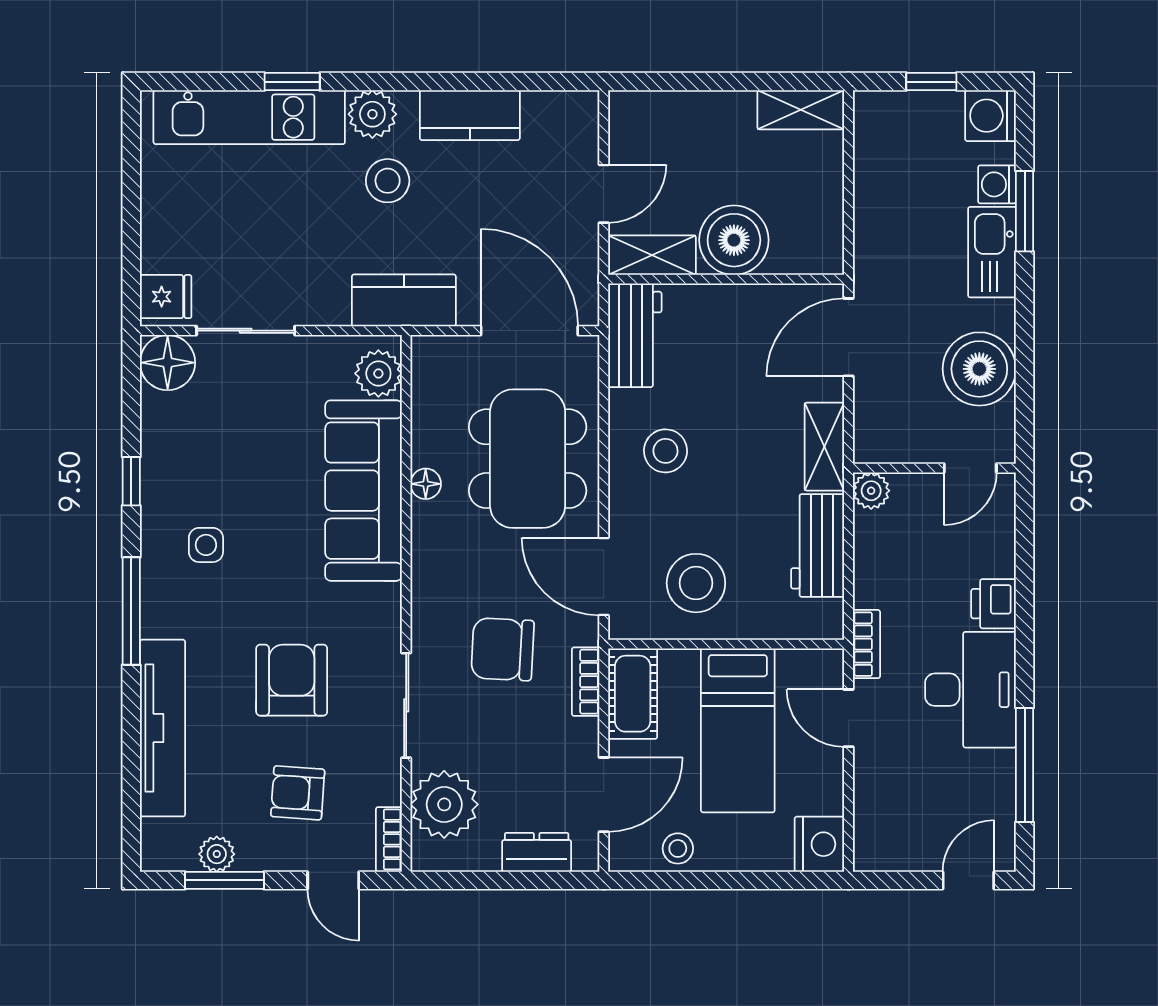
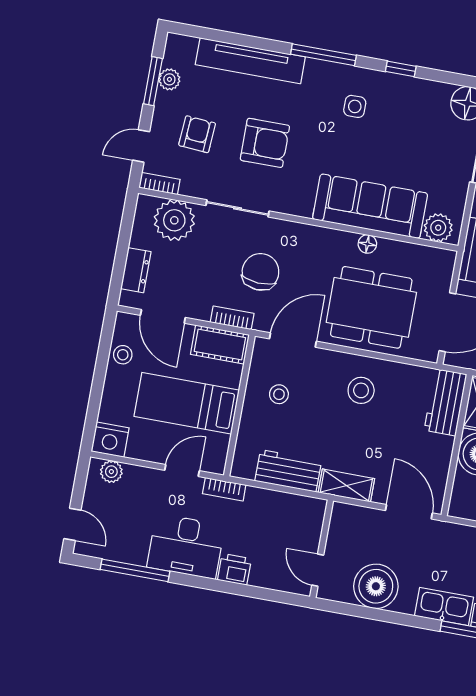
workbench: (635, 335) -> (445, 402), moved, turned 90
plant: (871, 491) -> (111, 472), moved
stool: (696, 583) -> (279, 394), width x0.53, depth x0.53

